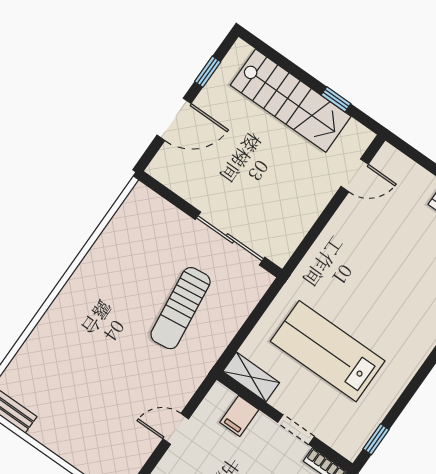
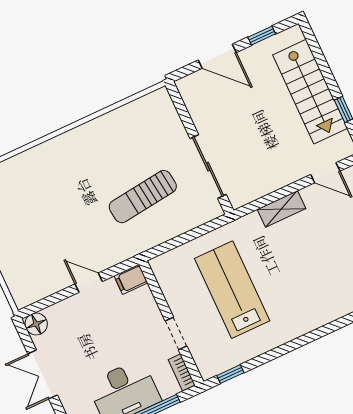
shelving: (251, 377) -> (282, 209), moved, turned 90
filing cabinet: (239, 416) -> (131, 279), moved

